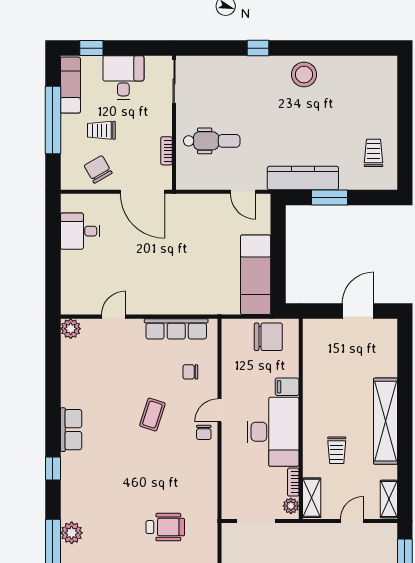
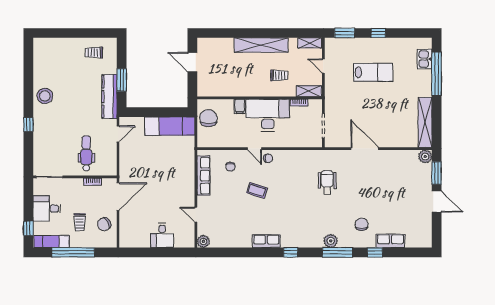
desk: (80, 231) -> (162, 235), moved
plant: (291, 506) -> (314, 104), removed

